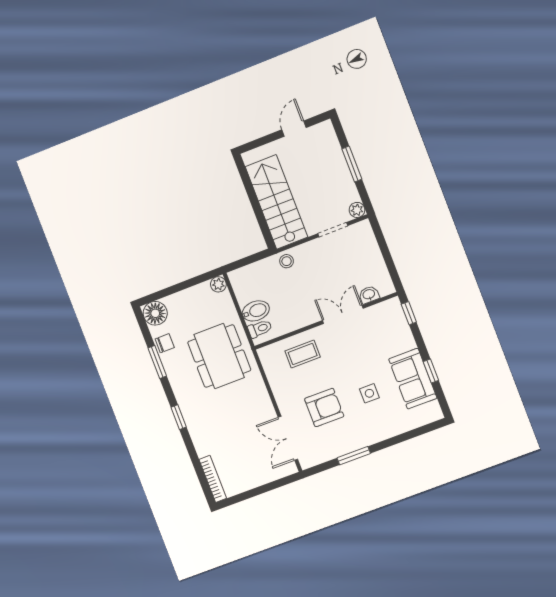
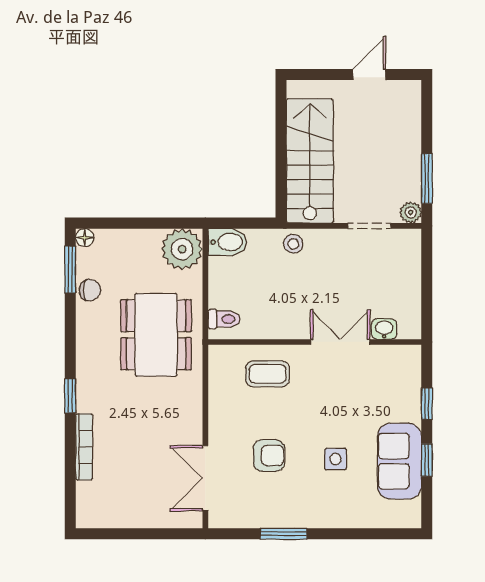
window: (352, 164) -> (427, 179), moved
plant: (218, 284) -> (182, 249), width x1.88, depth x1.88
bidet: (256, 311) -> (228, 242), moved
floor lamp: (155, 313) -> (85, 238), width x0.53, depth x0.53
window: (409, 313) -> (427, 404), moved
window: (157, 362) -> (70, 269), moved
armchair: (324, 408) -> (269, 455), width x0.72, depth x0.72
bookcase: (213, 479) -> (84, 447), moved

